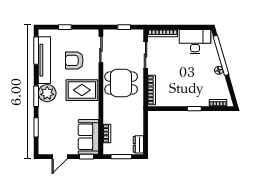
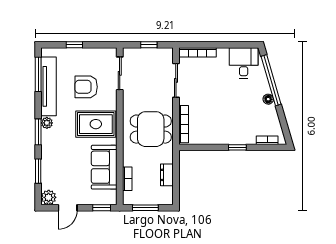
desk: (195, 42) -> (244, 63), width x0.73
dining table: (121, 83) -> (151, 129), moved
plant: (47, 93) -> (47, 123), width x0.53, depth x0.53
sofa: (89, 137) -> (104, 167), moved
dresser: (138, 144) -> (167, 175), moved
plant: (44, 148) -> (49, 197), added

